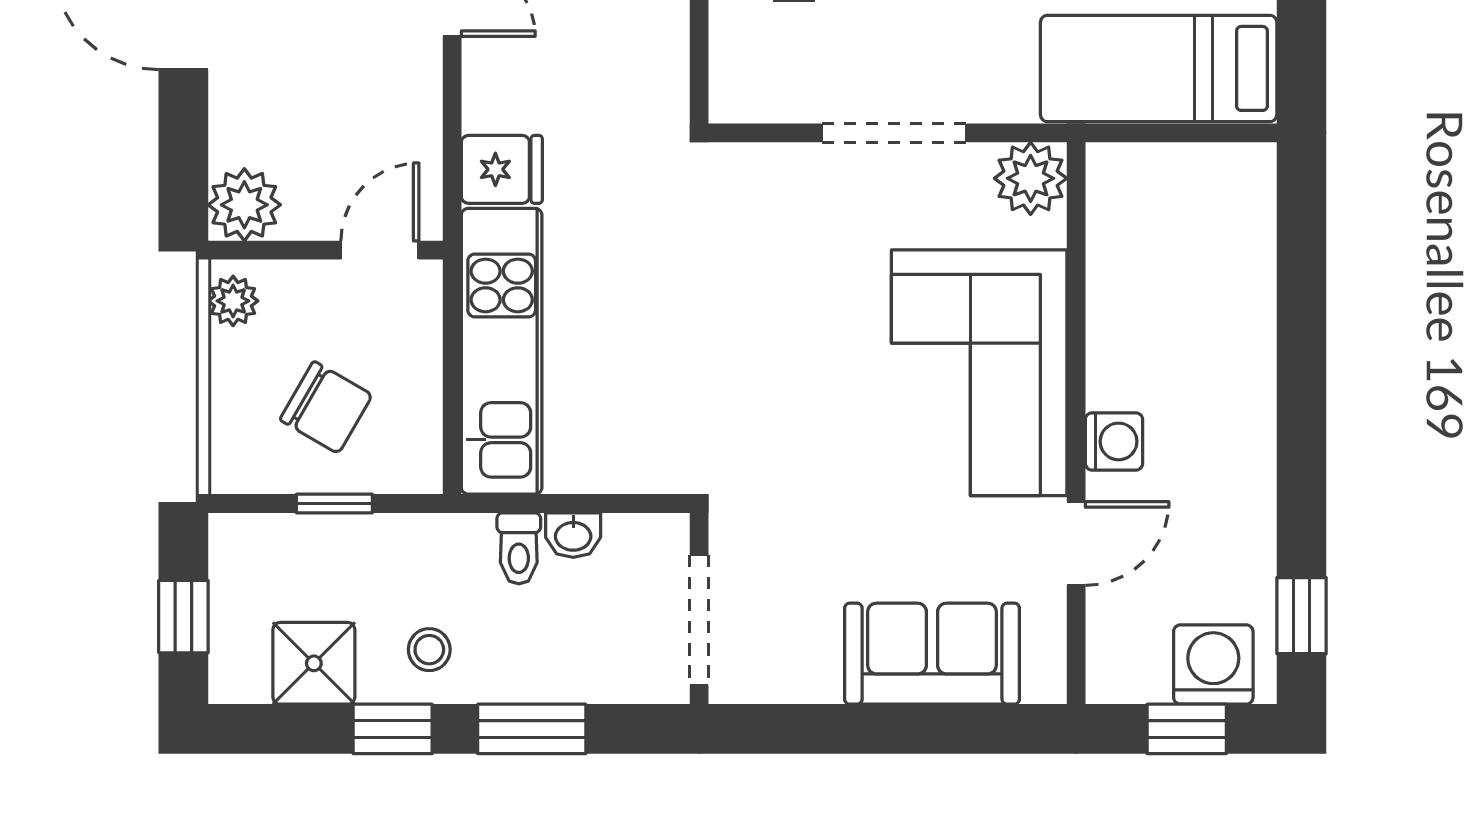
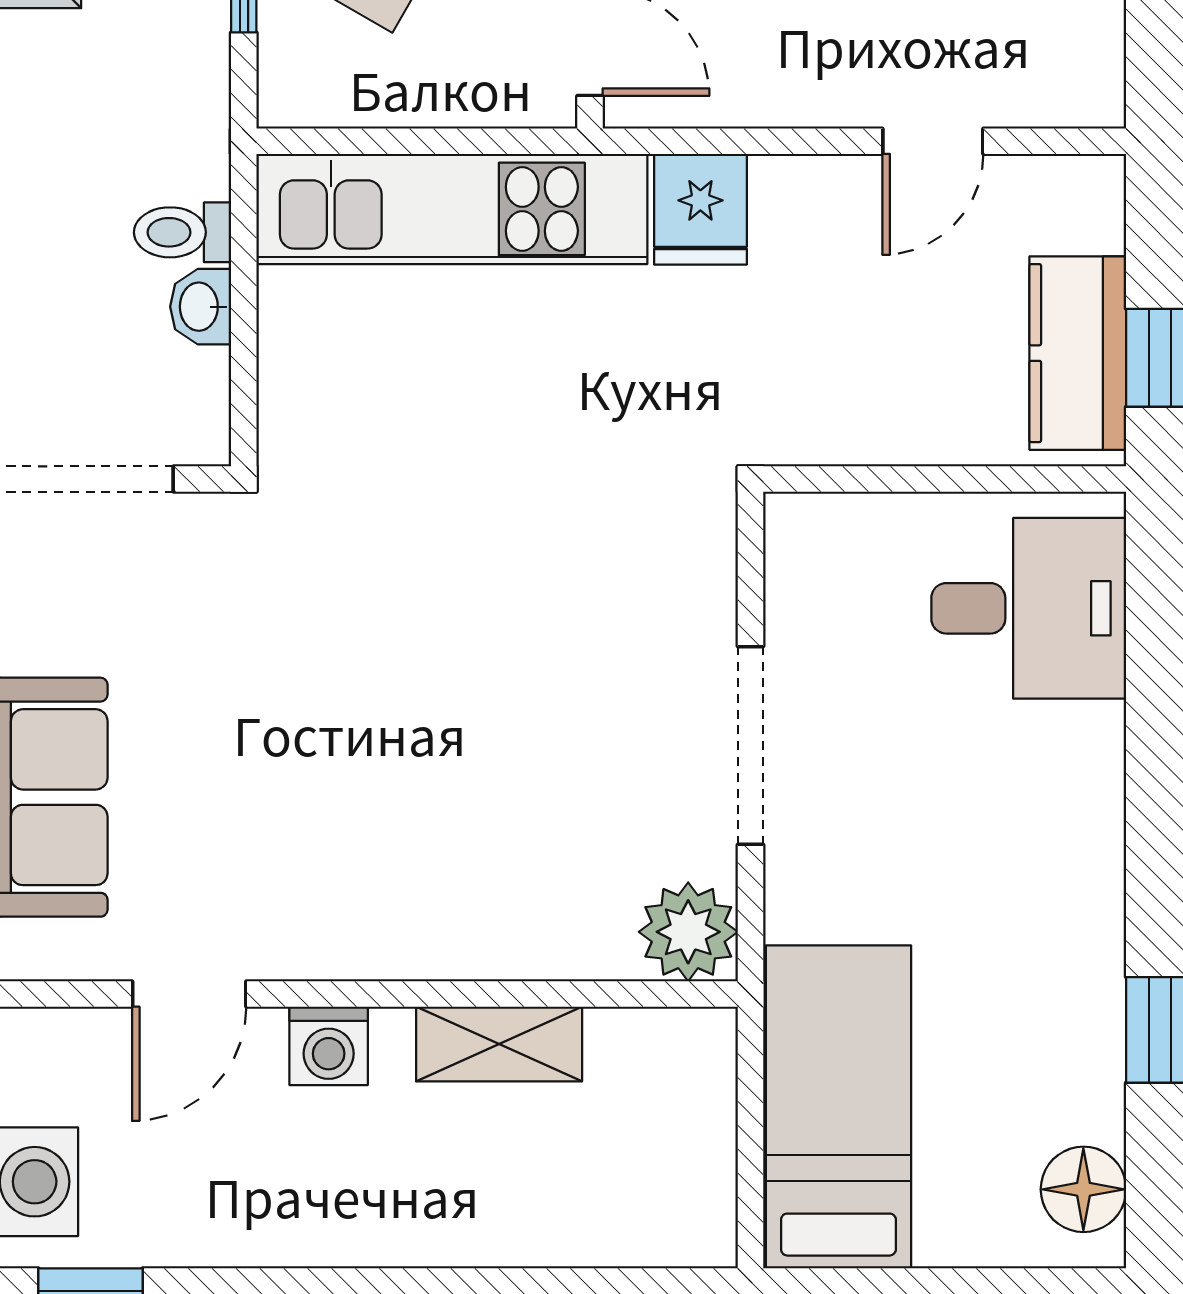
shelving: (1113, 317) -> (499, 1044), added
corner sofa: (979, 373) -> (423, 861), removed
door: (1076, 543) -> (189, 994), hinge flipped
stool: (429, 650) -> (44, 110), removed

